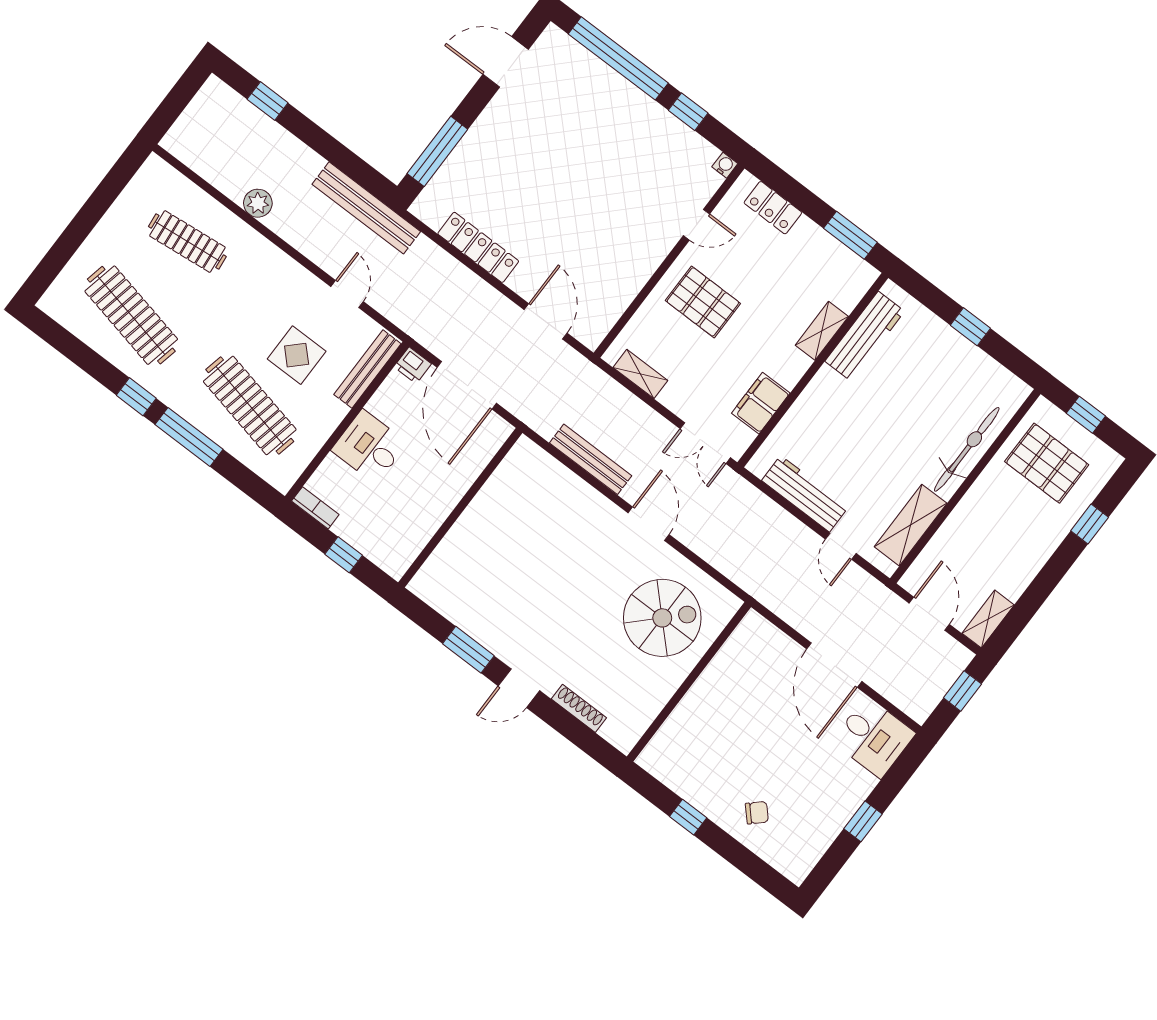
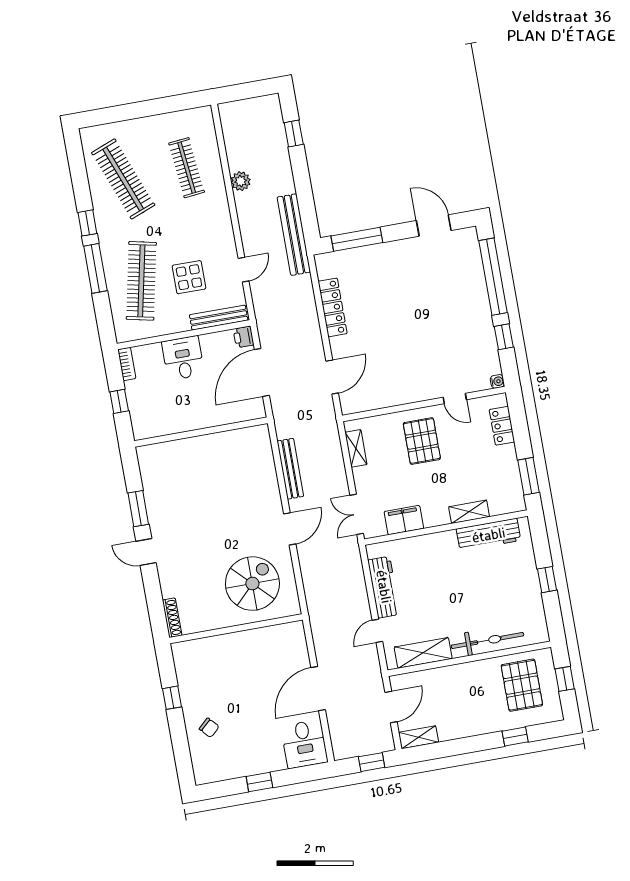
clothes rail: (131, 315) -> (123, 179), turned -33
spiral stairs: (662, 618) -> (252, 584), turned -90
shoe rack: (579, 708) -> (172, 618), moved

